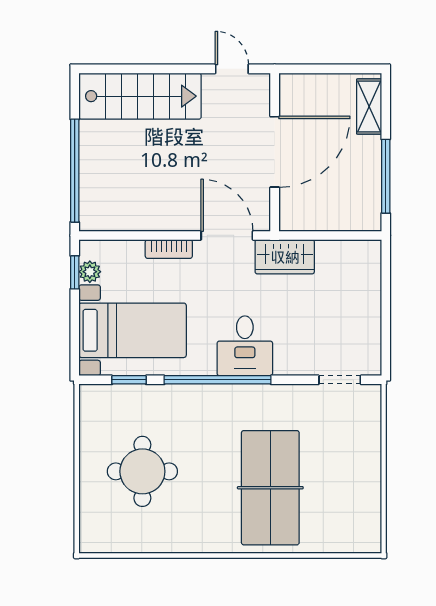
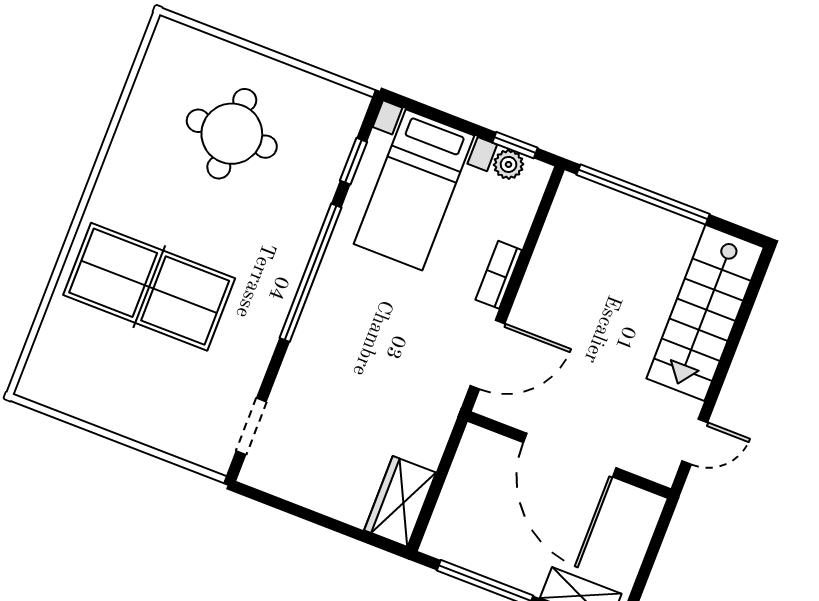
wardrobe: (285, 257) -> (400, 501), moved
desk: (245, 346) -> (340, 324), removed

